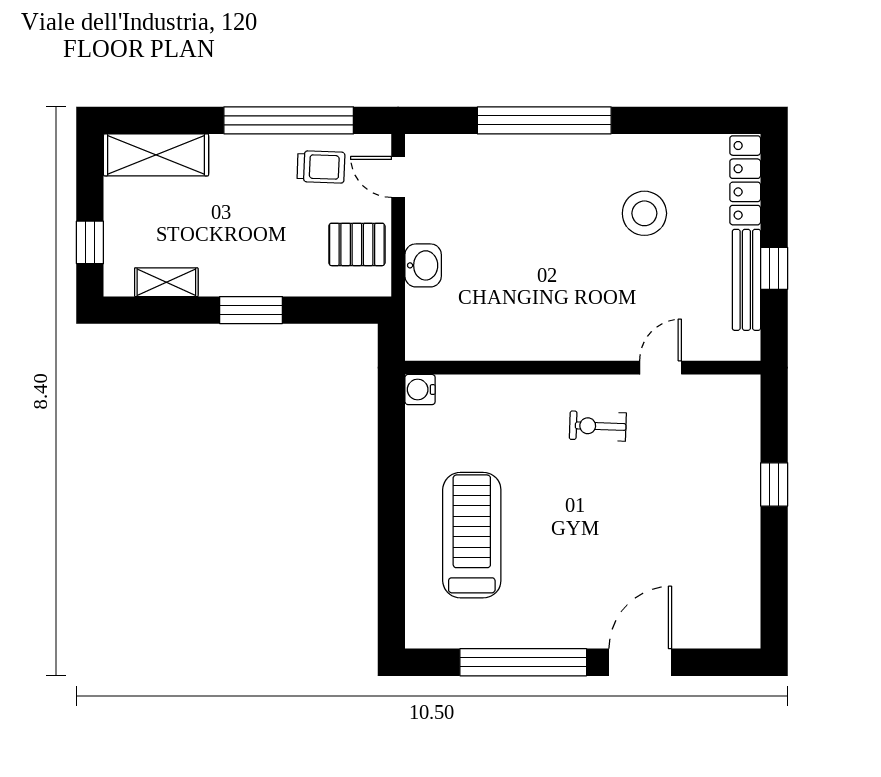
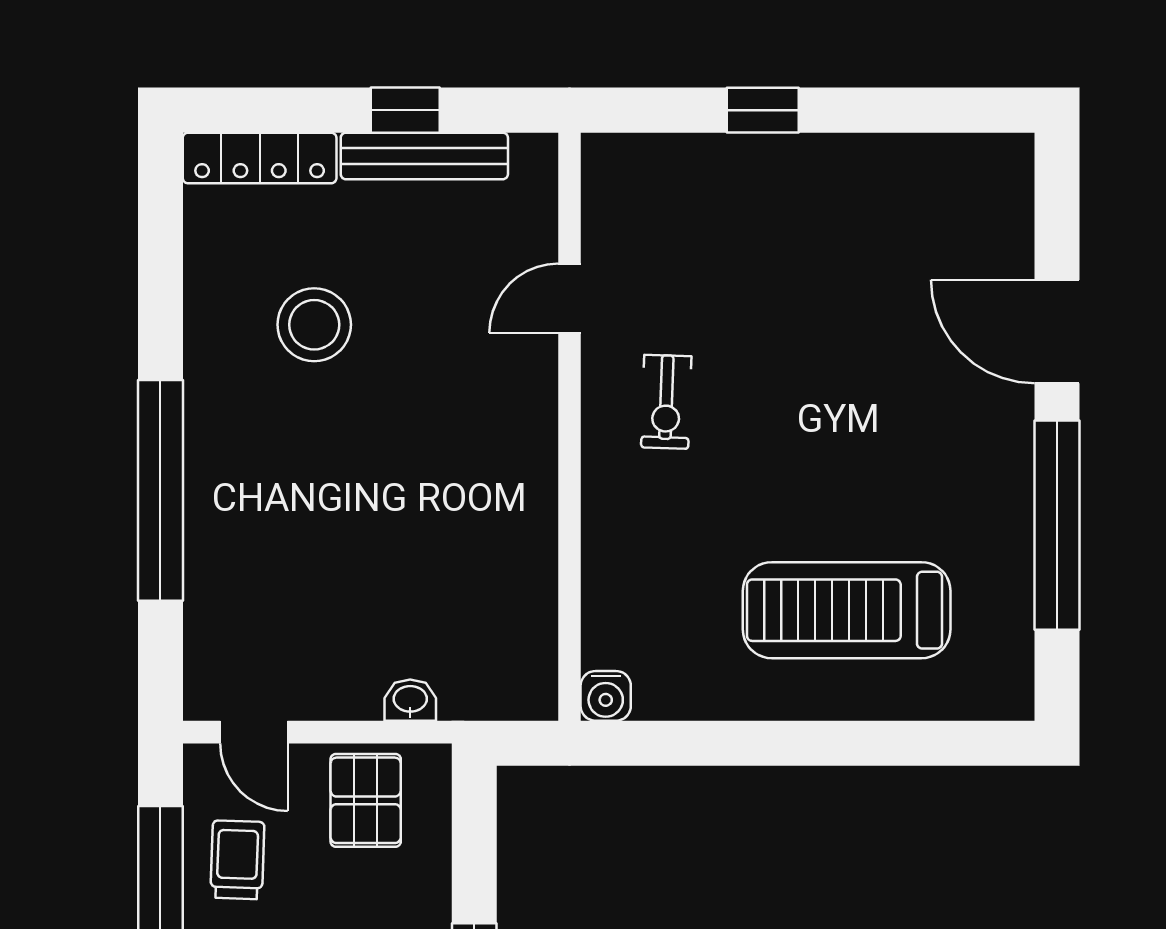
door: (398, 177) -> (254, 732), hinge flipped
washbasin: (423, 265) -> (410, 700), width x0.72, depth x0.69
door: (660, 368) -> (569, 298), hinge flipped

